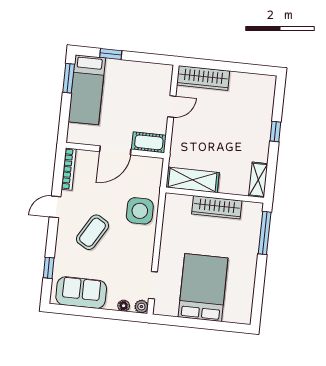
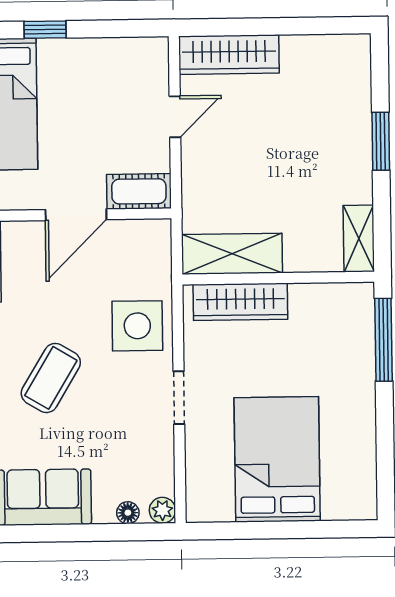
window: (275, 131) -> (381, 141), width x1.50
wardrobe: (217, 207) -> (240, 302), moved
doorway: (153, 285) -> (179, 398), moved

